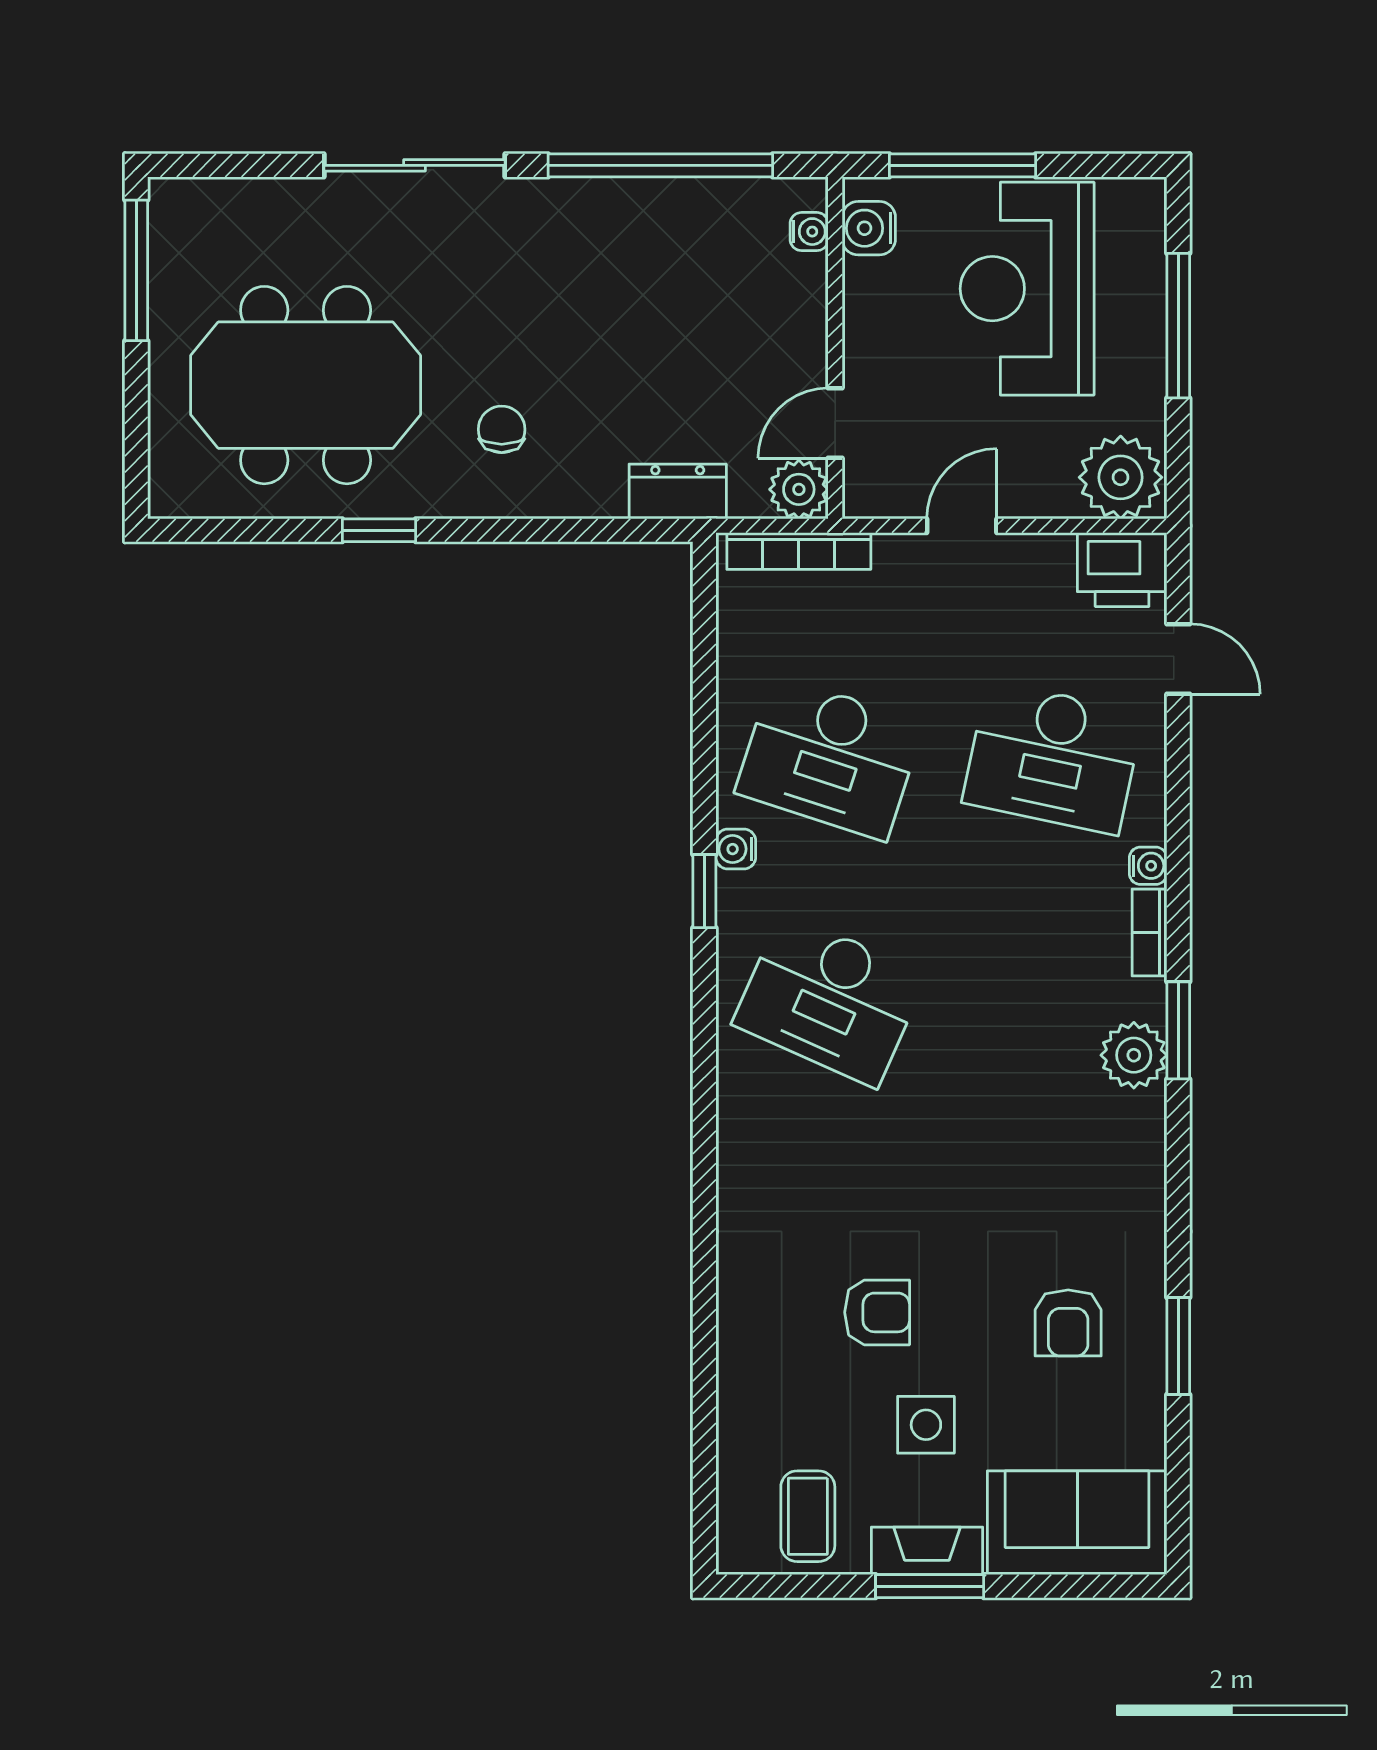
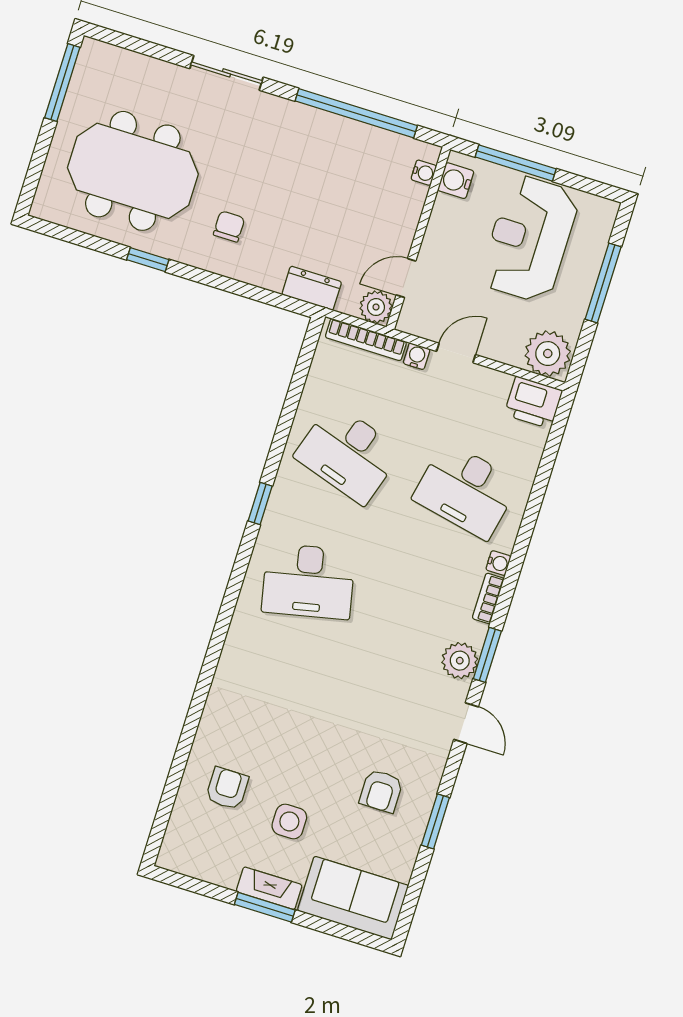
sliding door: (415, 165) -> (226, 73), width x0.73
door: (1178, 659) -> (466, 723), moved
water cooler: (736, 849) -> (417, 356), moved, turned 90
desk: (830, 999) -> (308, 581), turned -36
armchair: (877, 1312) -> (227, 788), moved, turned -90
coffee table: (808, 1516) -> (212, 850), removed

